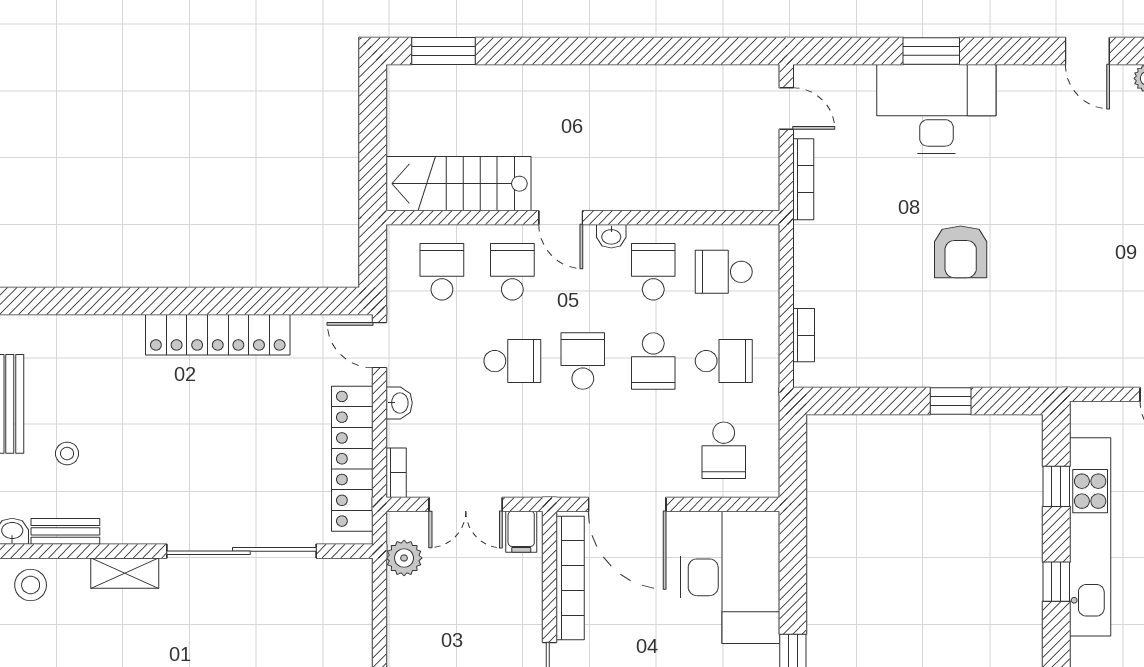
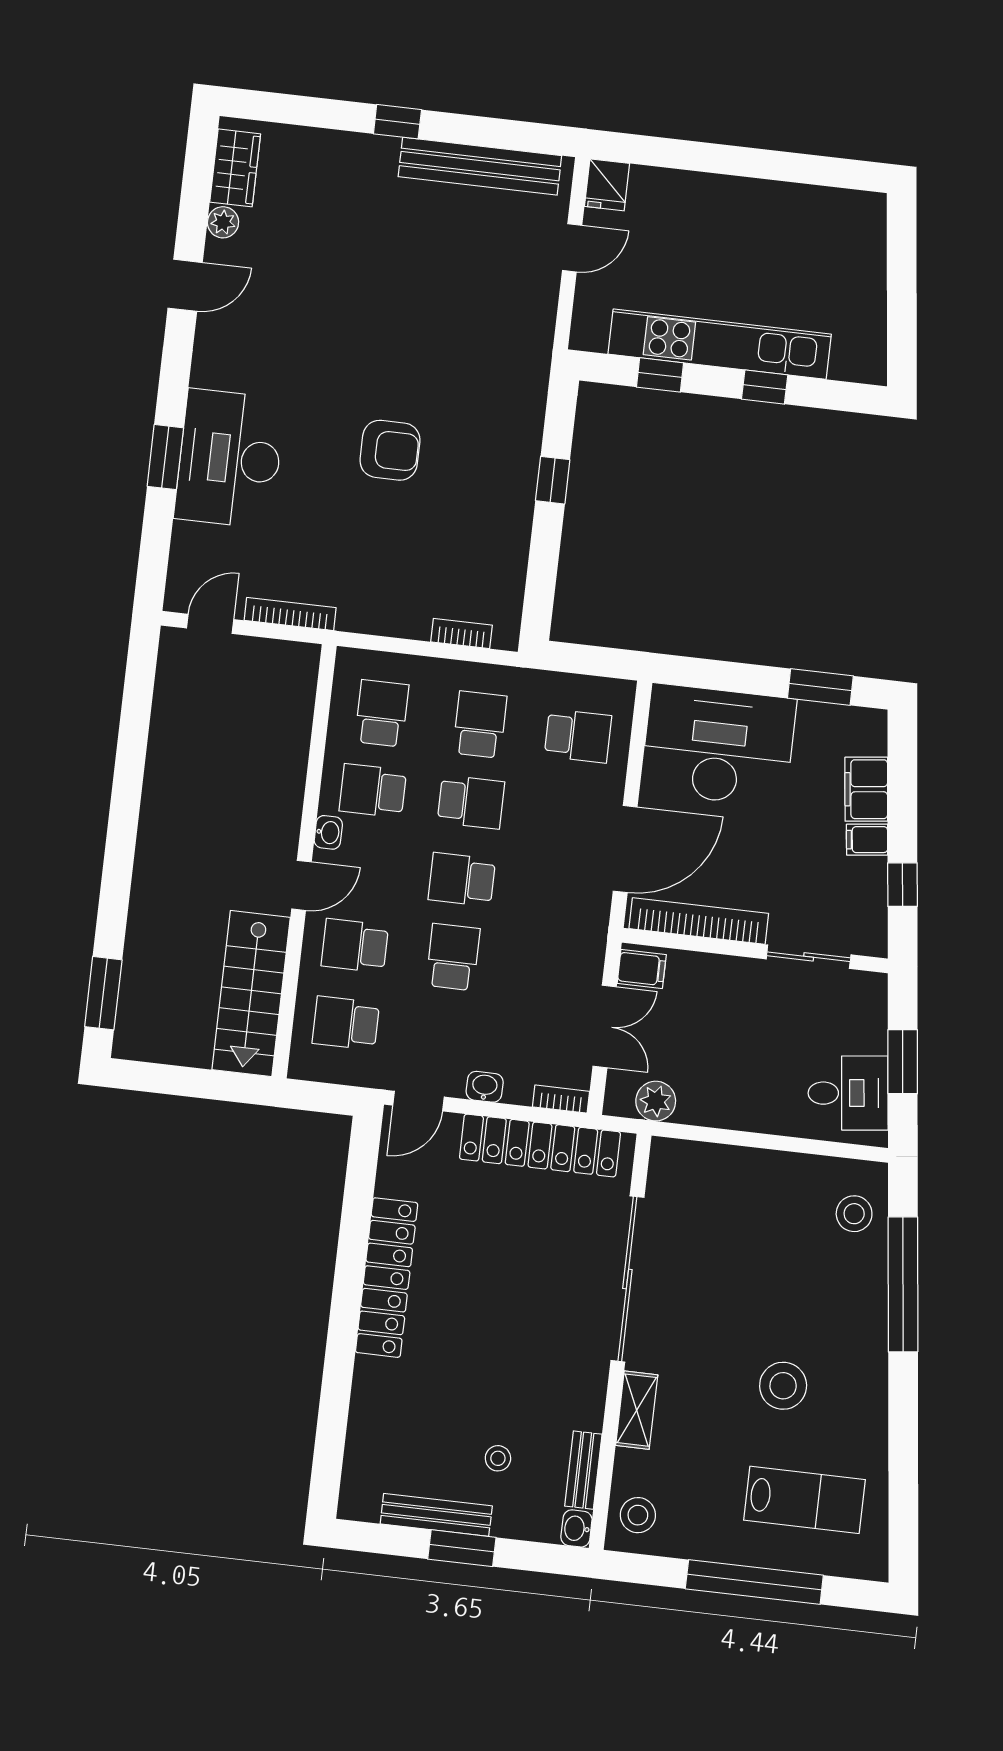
school desk: (724, 272) -> (382, 713), turned 180

